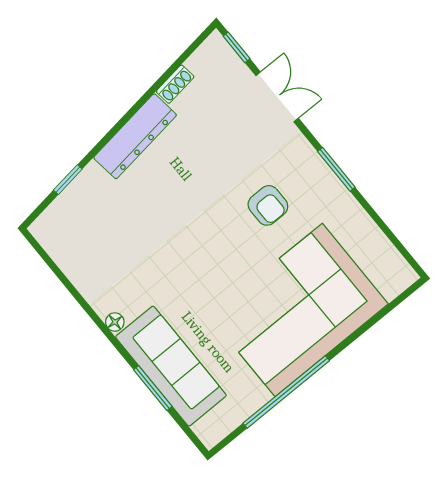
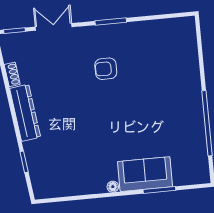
armchair: (268, 205) -> (106, 69), turned 180
corner sofa: (299, 310) -> (170, 89), removed
sofa: (171, 366) -> (145, 174), width x0.73

